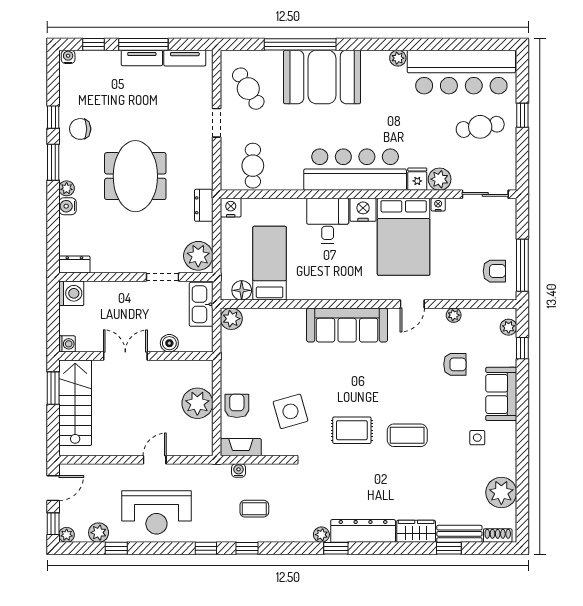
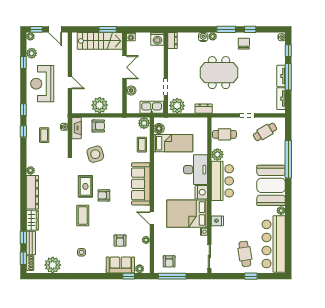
booth: (322, 77) -> (271, 185), moved
bar counter: (355, 170) -> (222, 181), width x0.73
plant: (440, 179) -> (217, 154), moved
nightstand: (231, 208) -> (202, 123), removed
desk: (328, 221) -> (196, 170), width x1.37
coffee table: (272, 323) -> (142, 145), added
sofa: (501, 394) -> (120, 265), moved
armchair: (369, 395) -> (104, 195), added
window: (336, 548) -> (23, 258), moved

